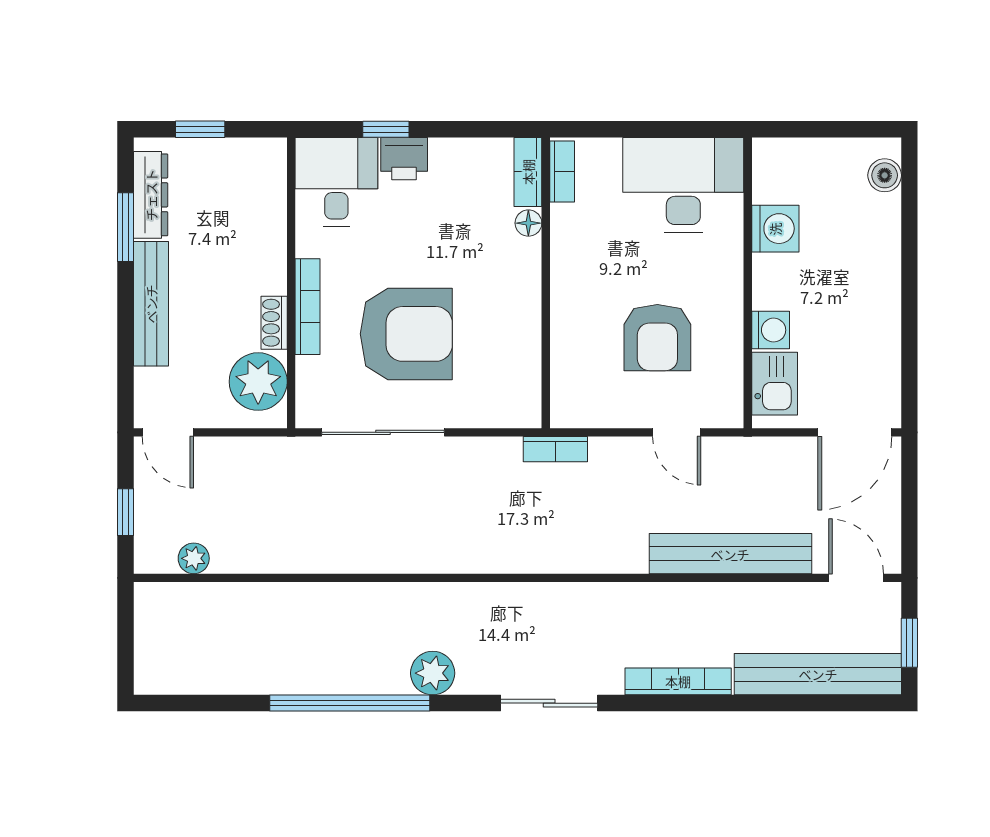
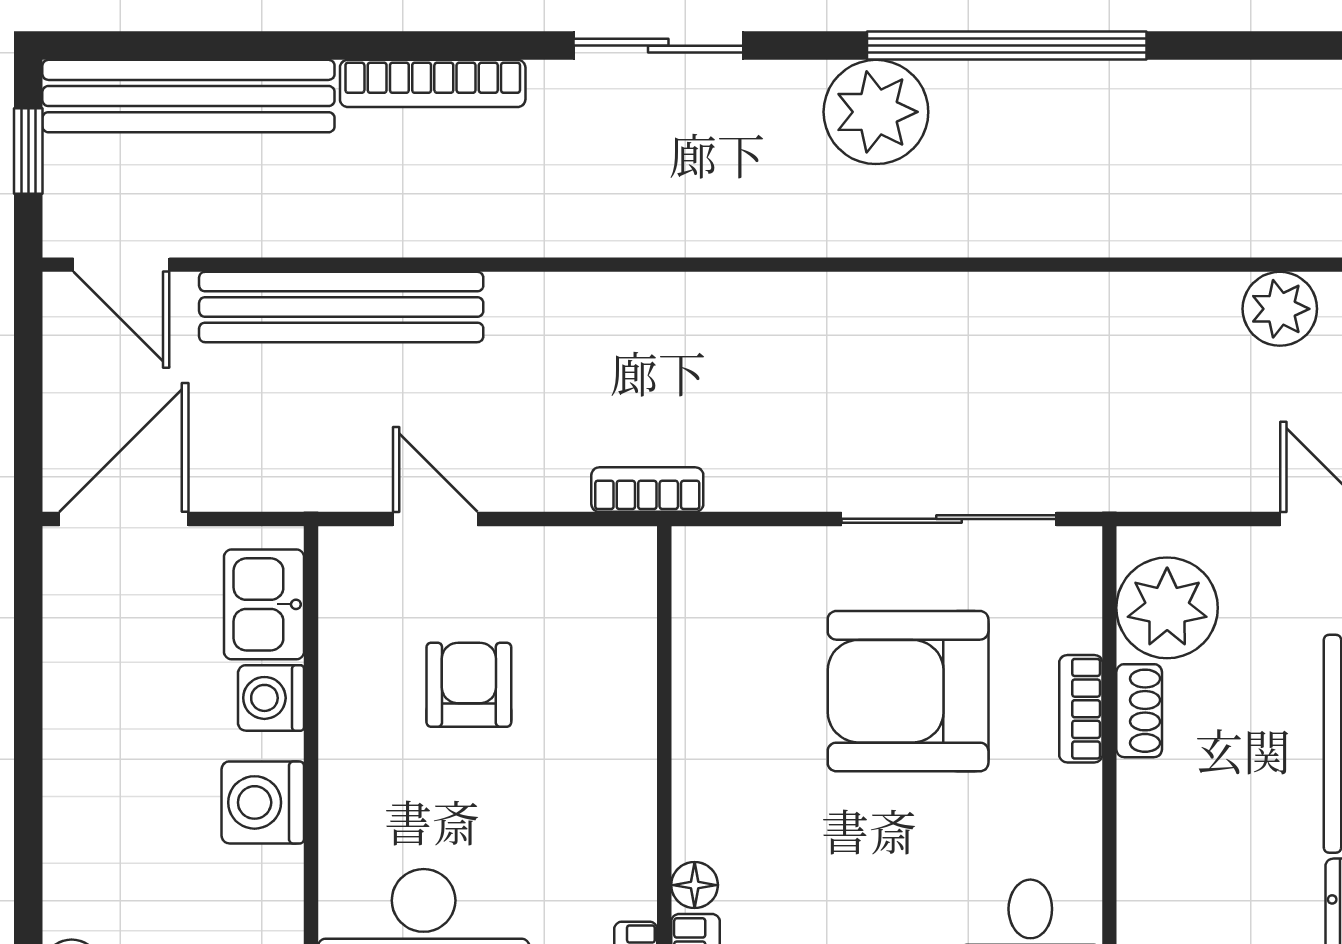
washing machine: (775, 229) -> (263, 802), moved
bookcase: (307, 307) -> (1081, 709), width x0.64
armchair: (657, 338) -> (469, 685), width x0.72, depth x0.72
plant: (194, 558) -> (1280, 309), width x1.38, depth x1.38
plant: (433, 673) -> (876, 112), width x1.36, depth x1.36

